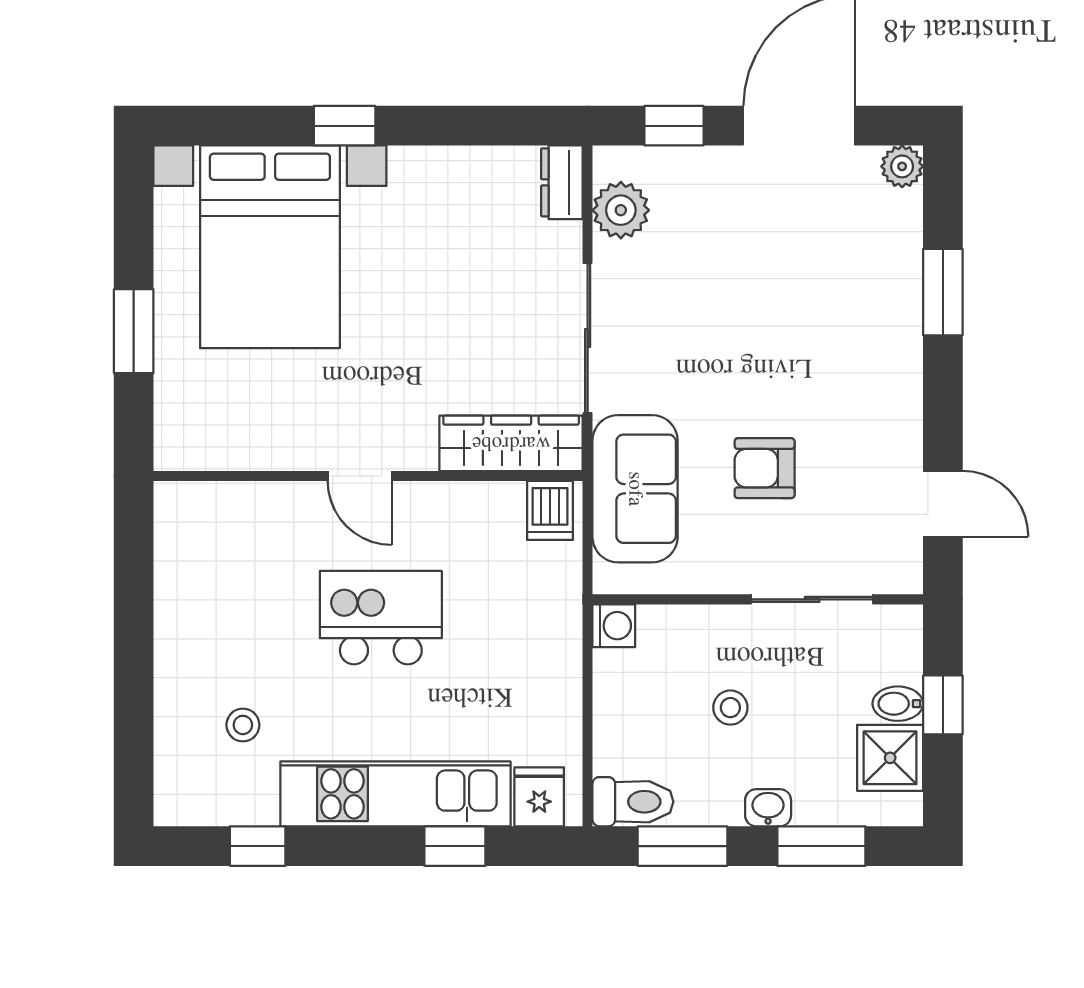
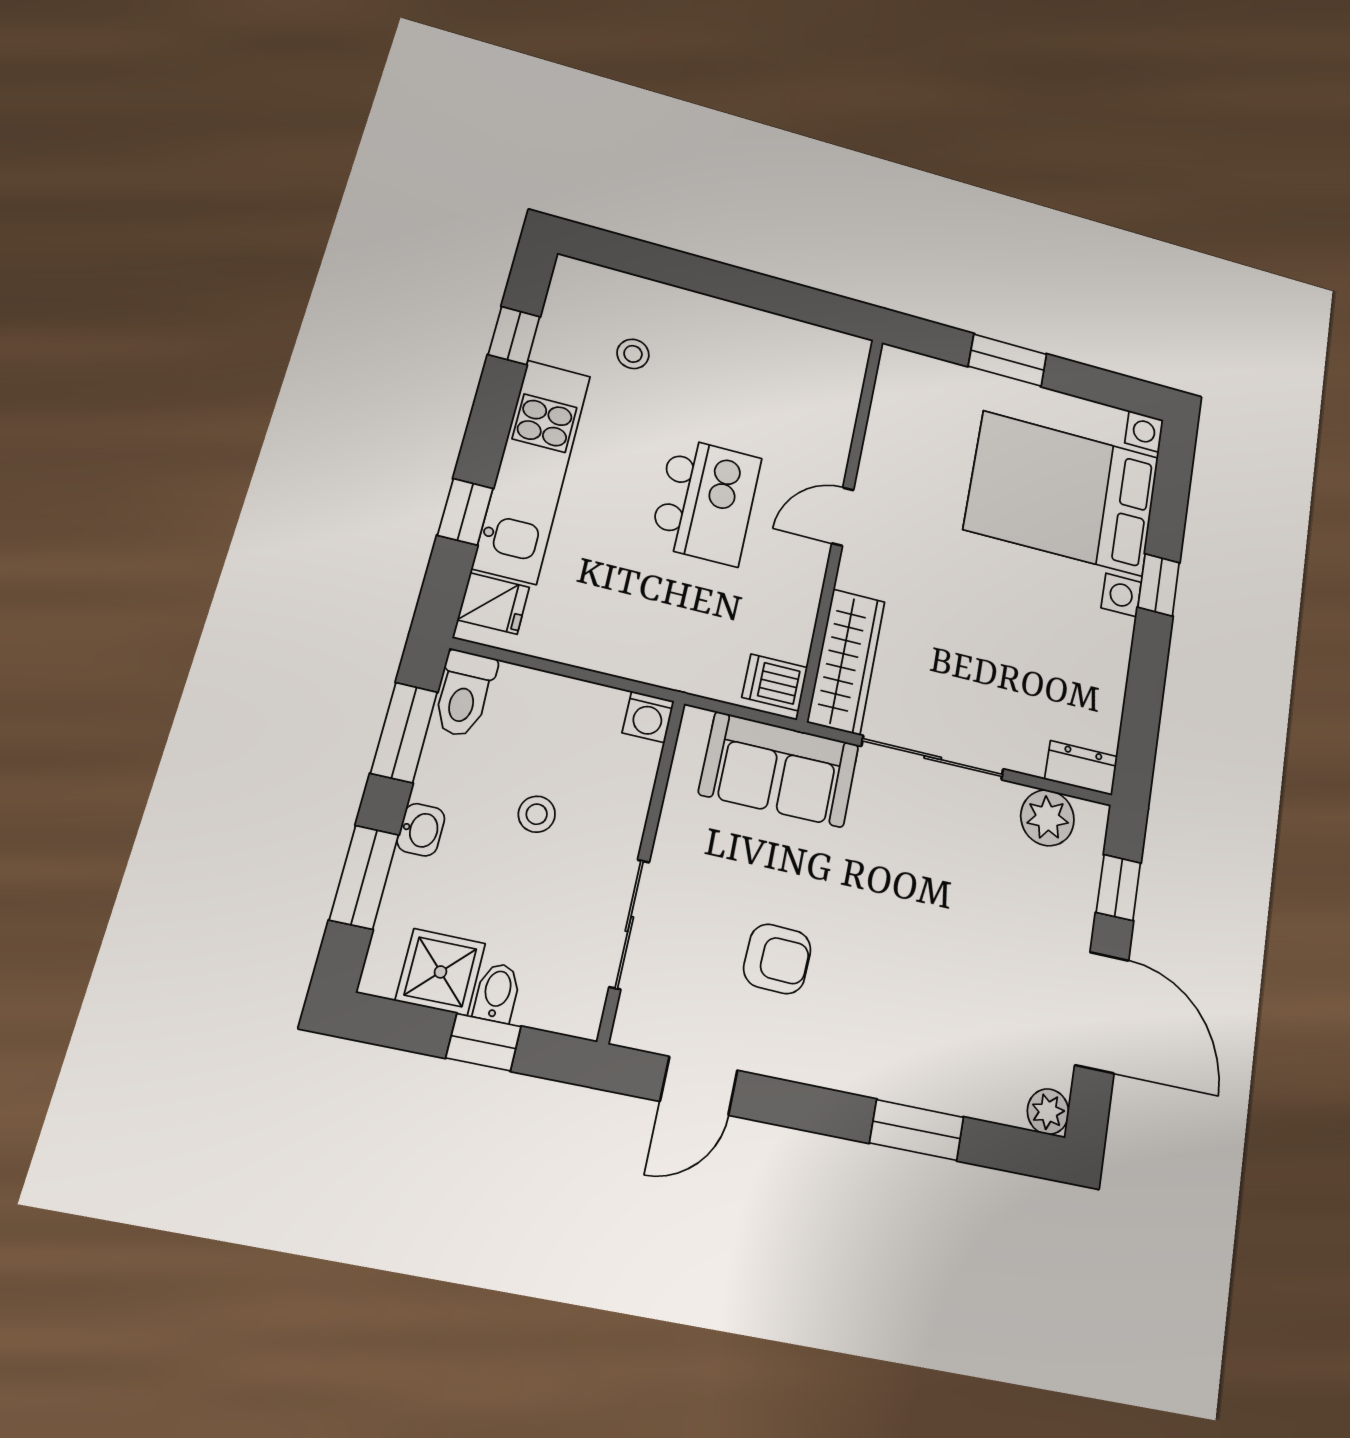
armchair: (765, 468) -> (777, 959), moved, turned 92

